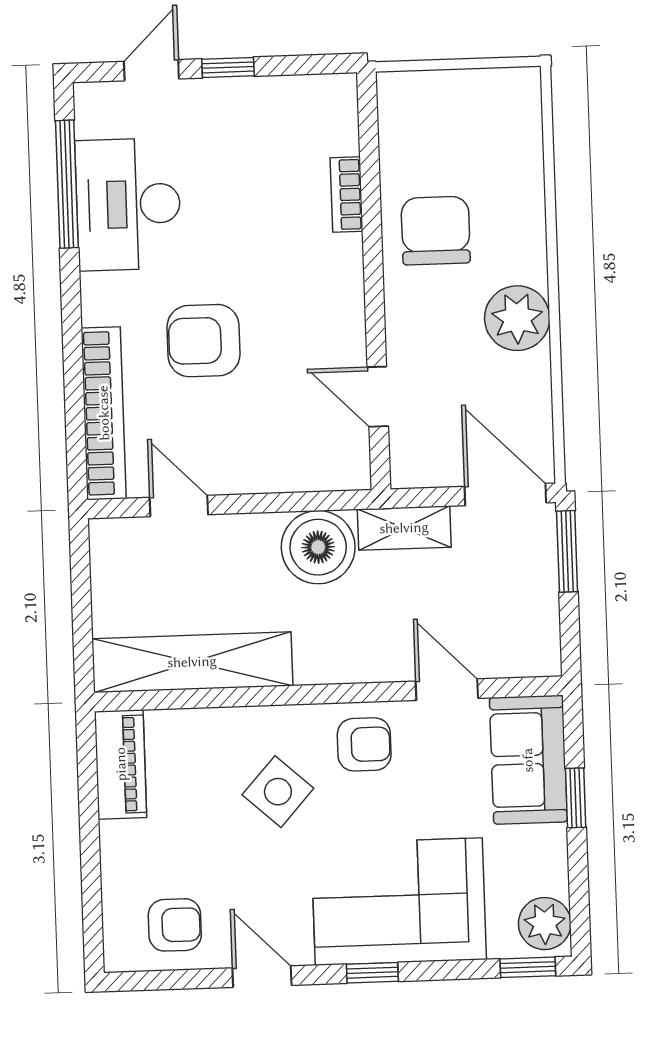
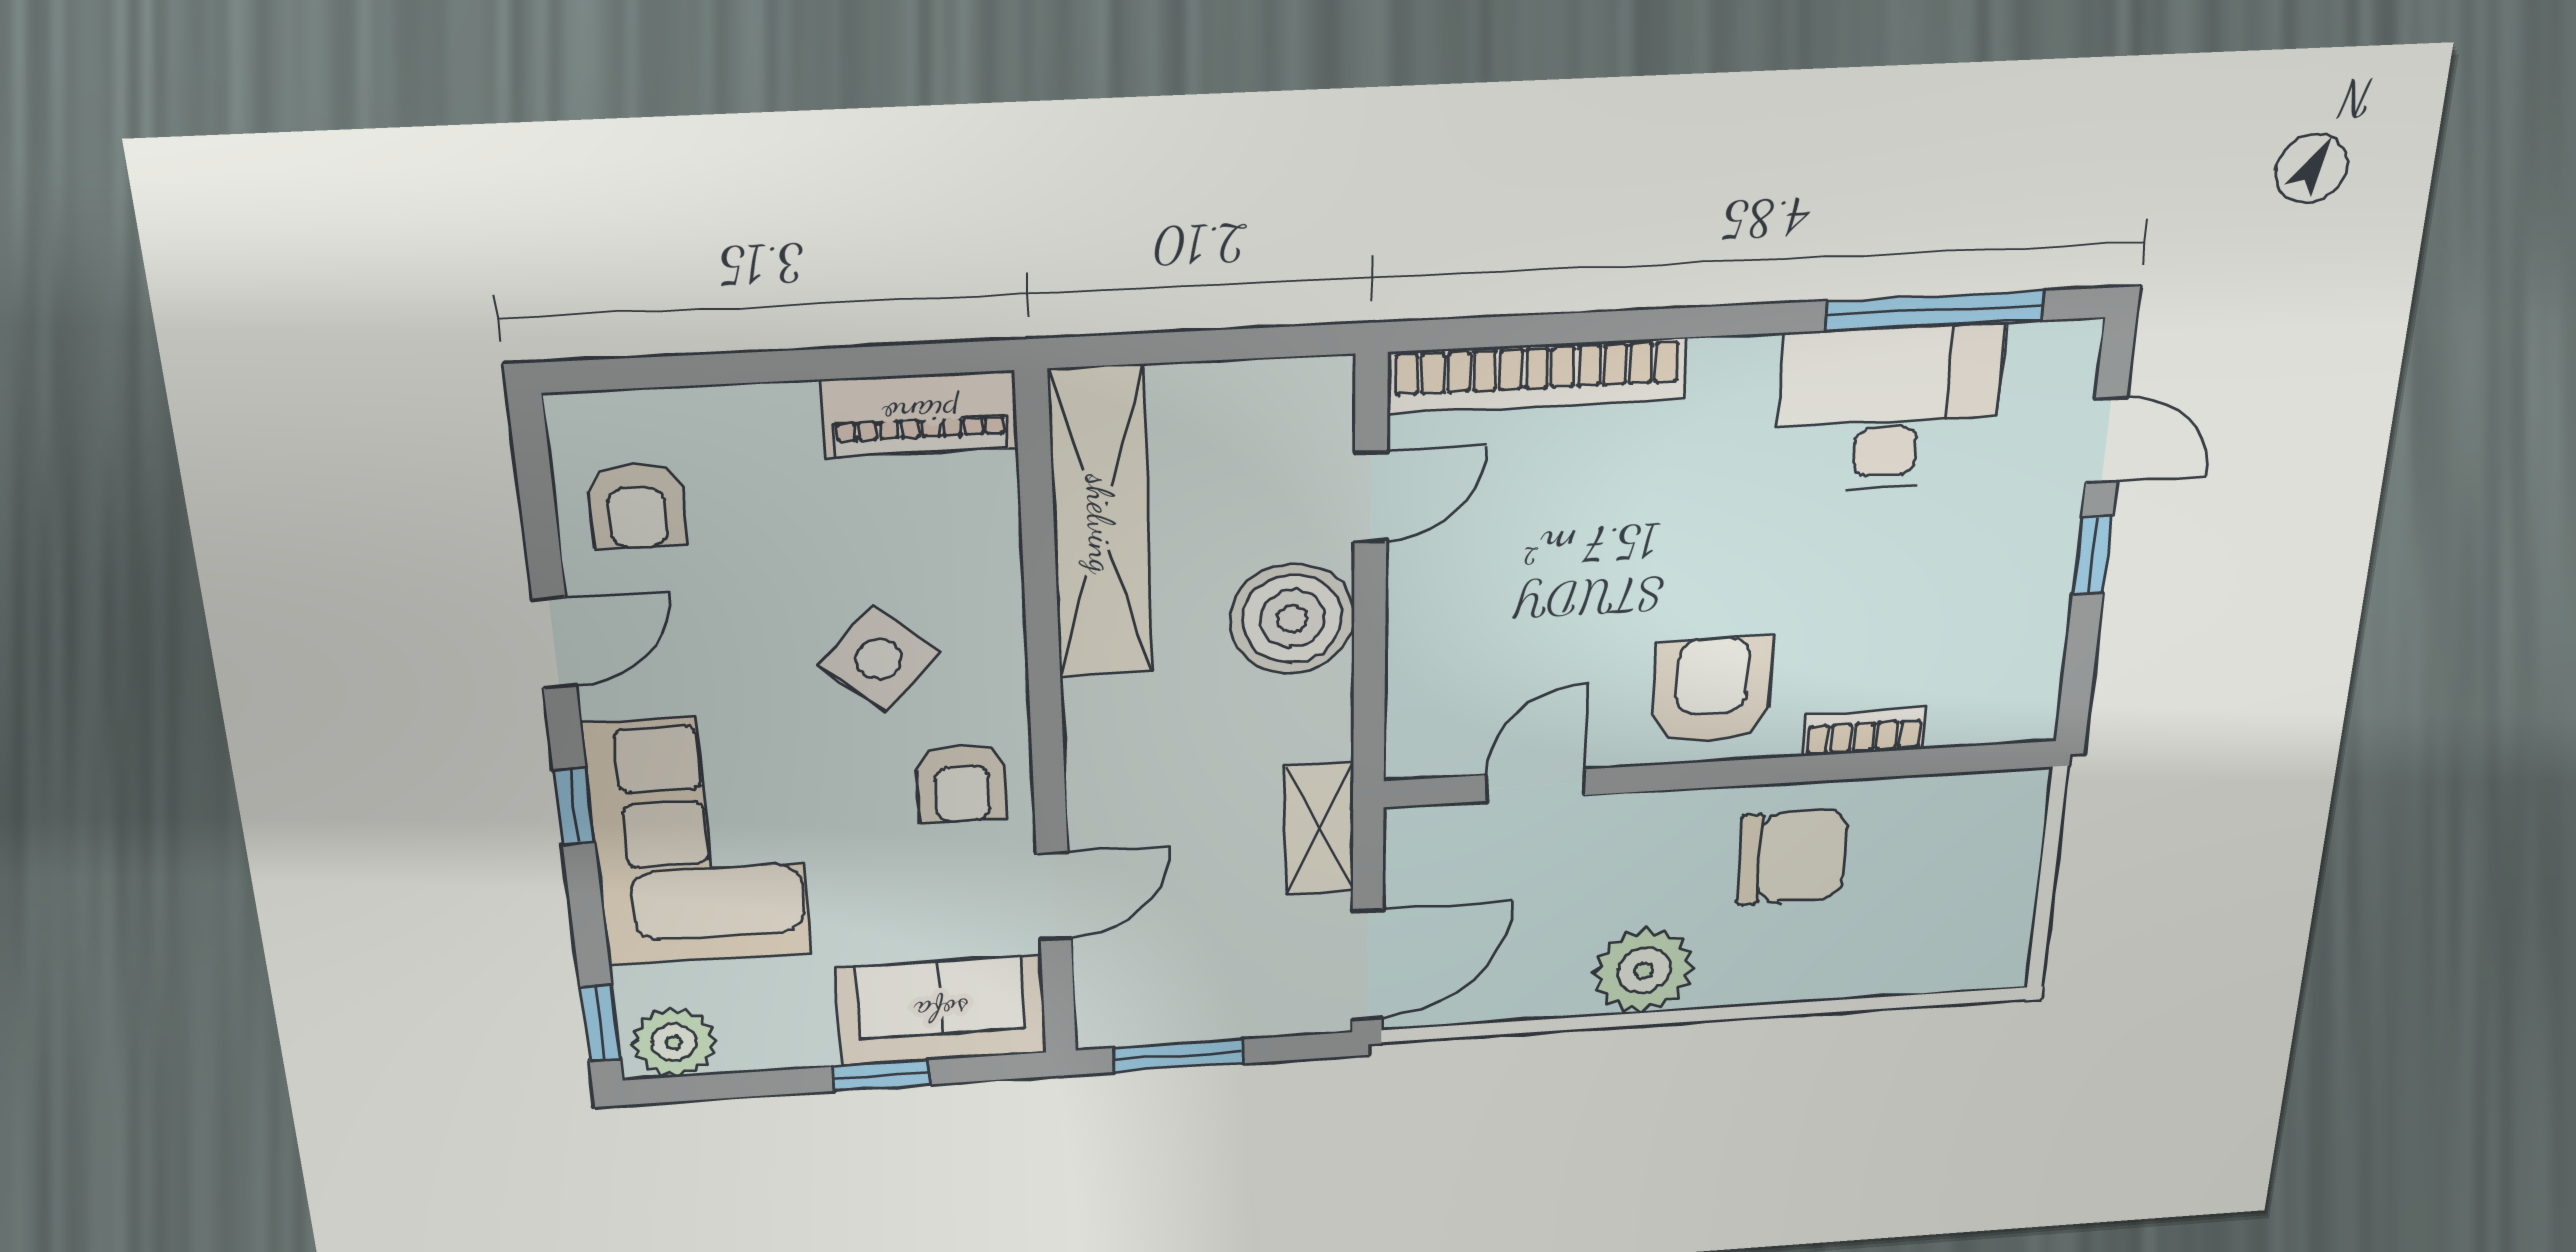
armchair: (204, 341) -> (1712, 690), moved
boiler: (318, 547) -> (1292, 619), moved
window: (567, 551) -> (1178, 1056), moved

